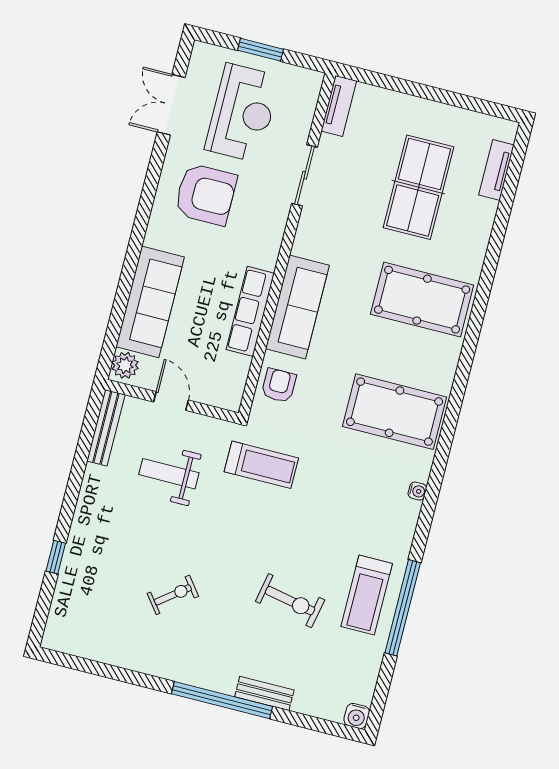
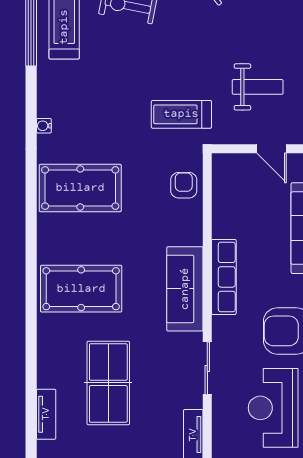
sofa: (297, 307) -> (185, 289), moved
row of seats: (250, 311) -> (224, 277), moved
armchair: (279, 385) -> (184, 185), turned 180

